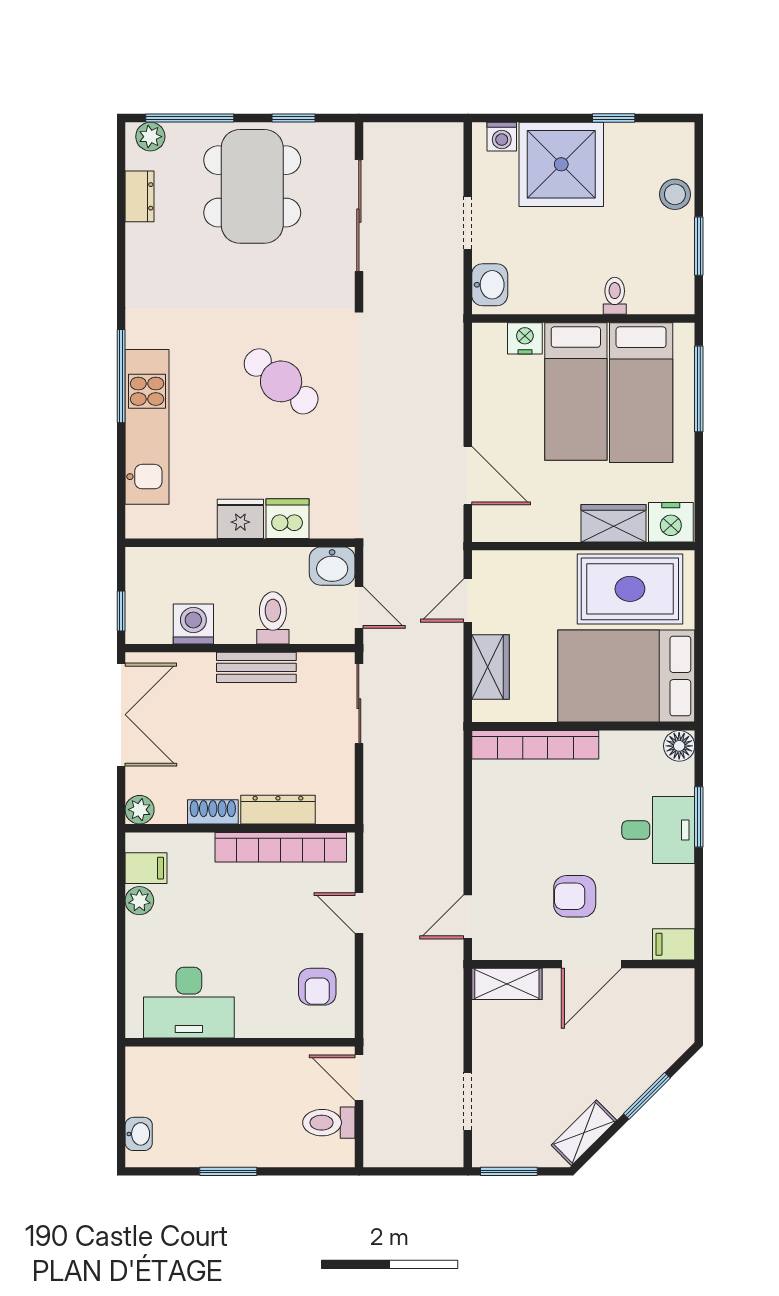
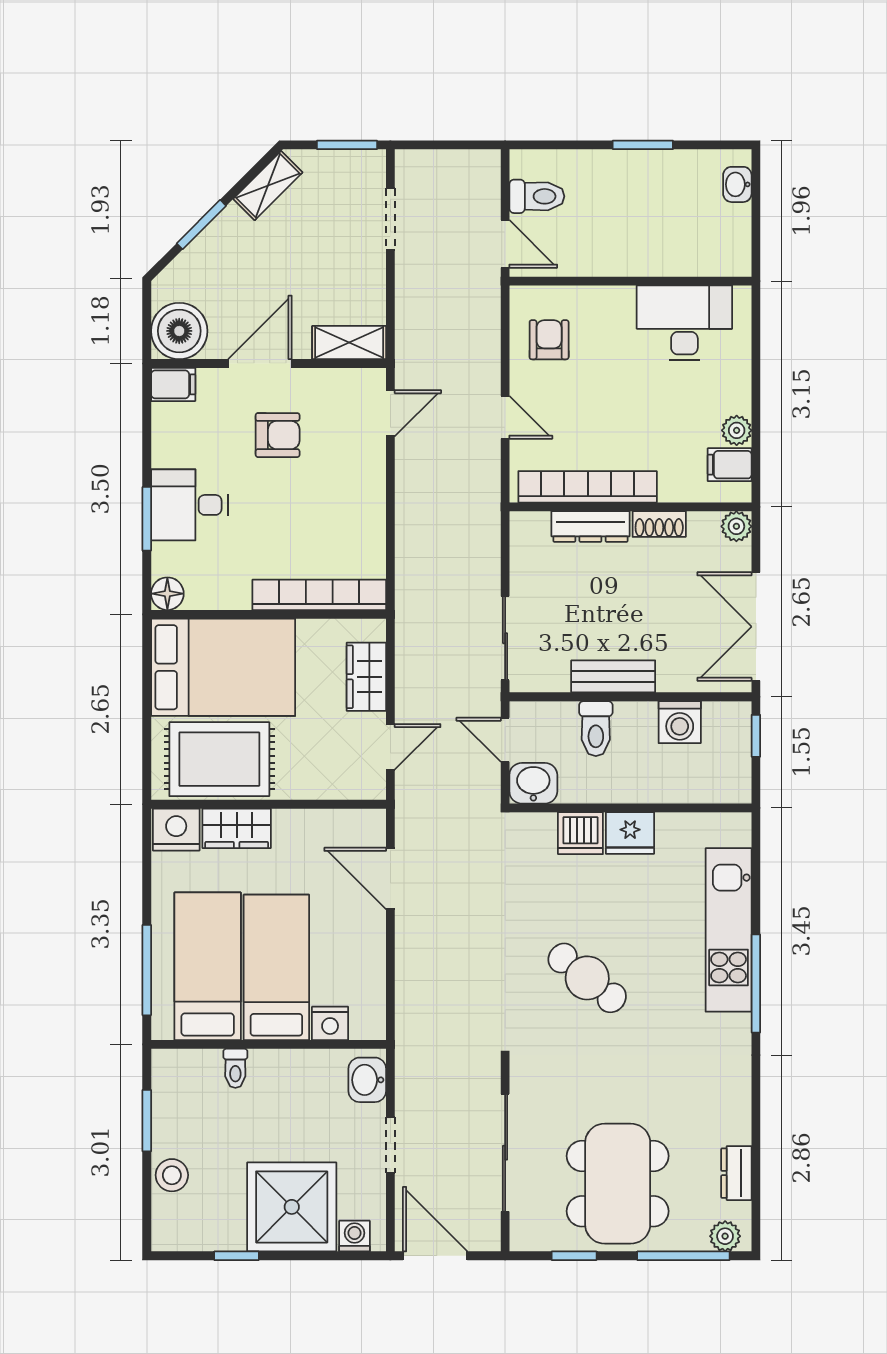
door: (425, 118) -> (435, 1256), added
boiler: (668, 995) -> (179, 331), added

